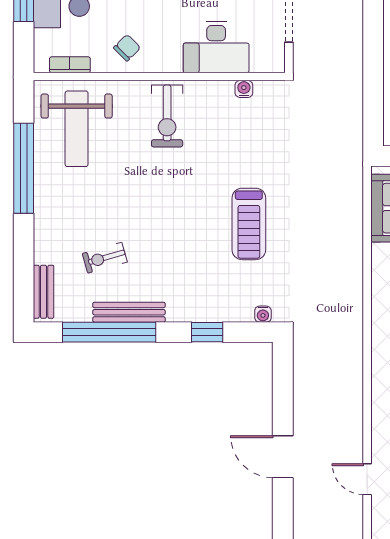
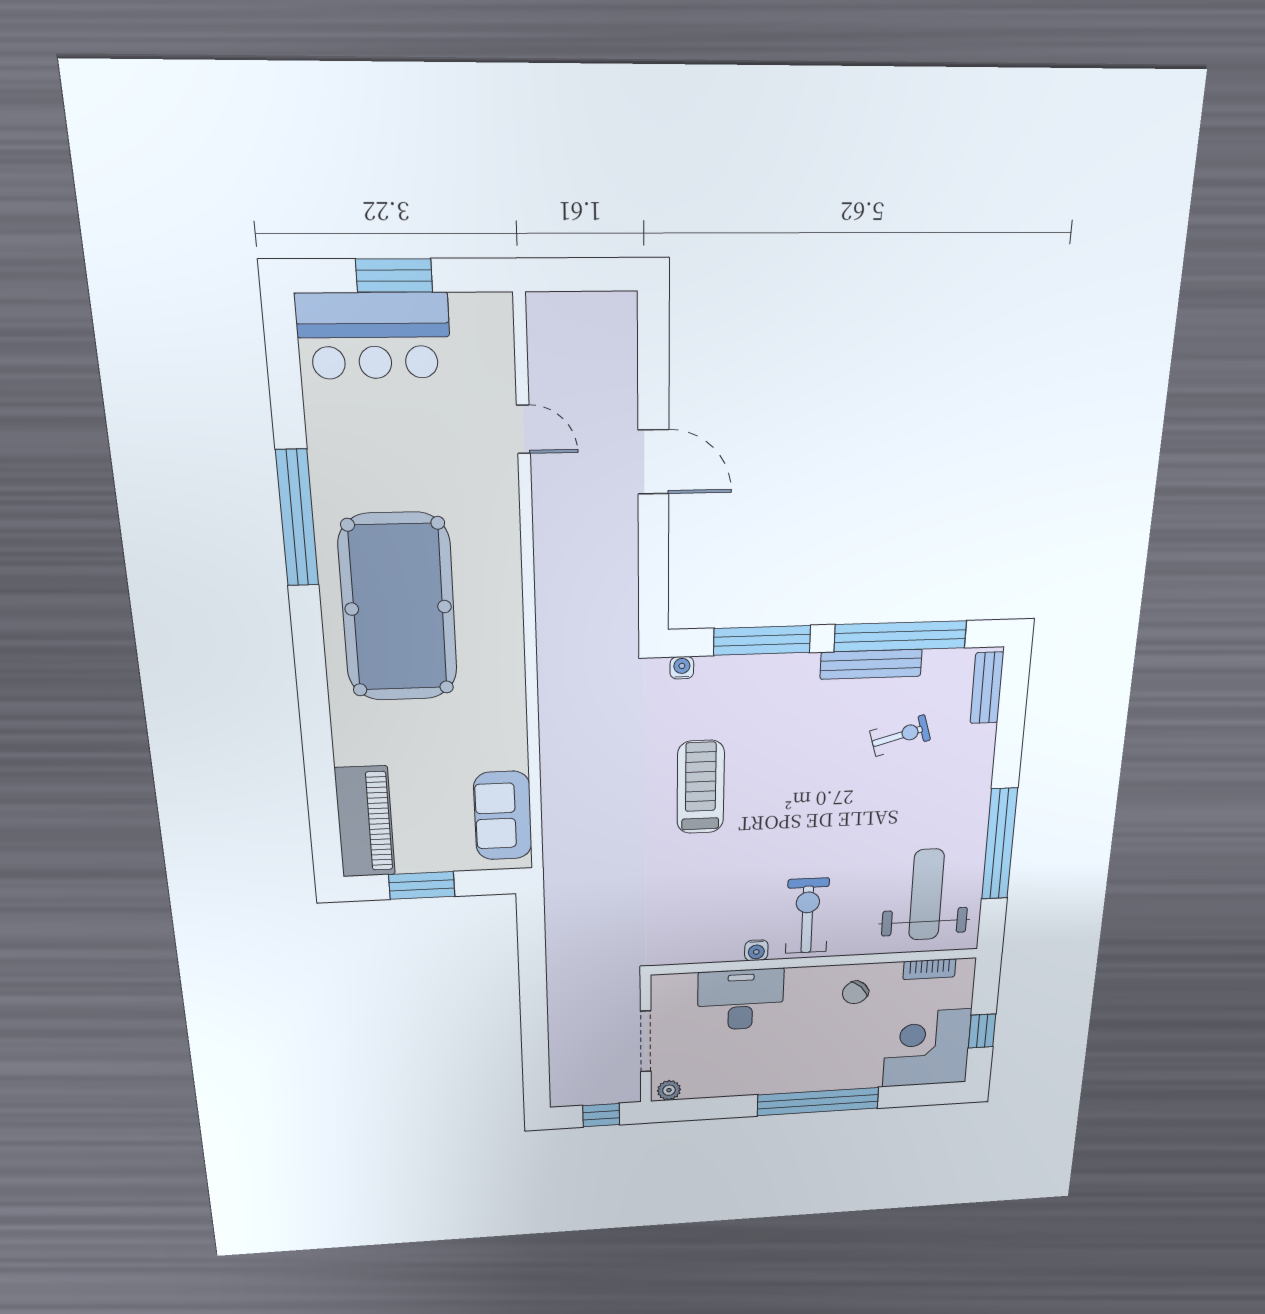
water cooler: (244, 89) -> (756, 950), moved
window: (207, 332) -> (762, 640), width x2.17

